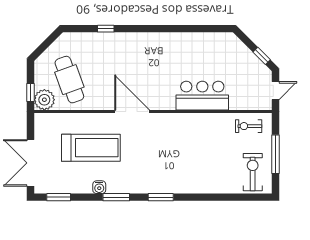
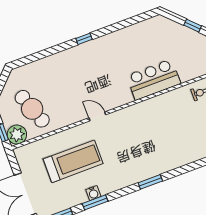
window: (106, 29) -> (84, 39), moved
door: (132, 111) -> (97, 116), width x0.53
window: (116, 197) -> (95, 202), moved

